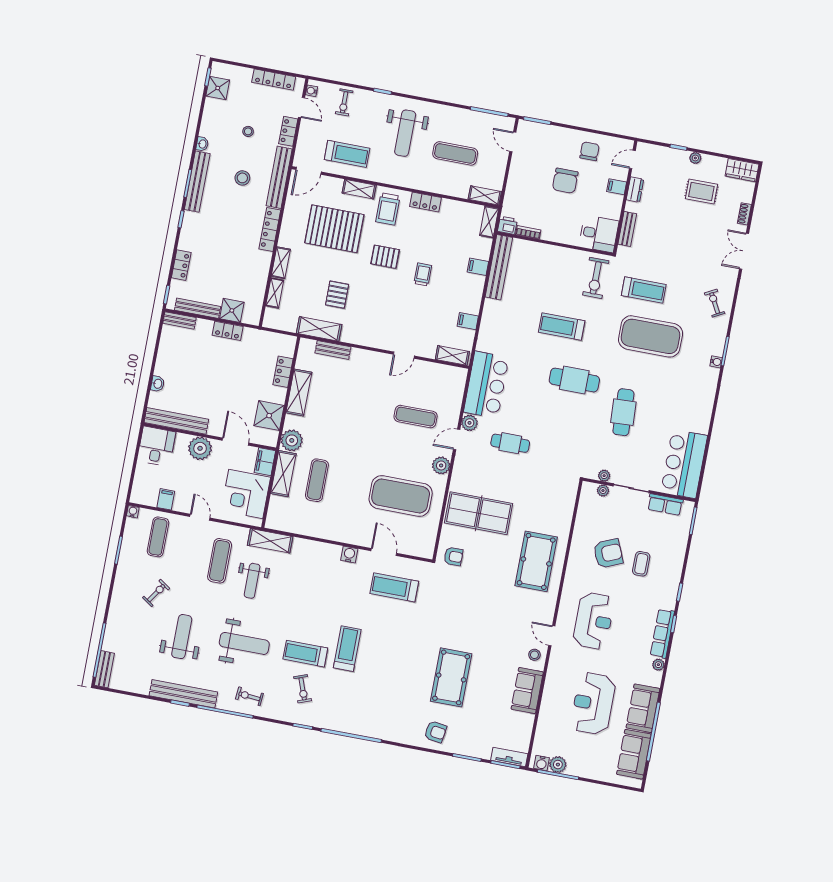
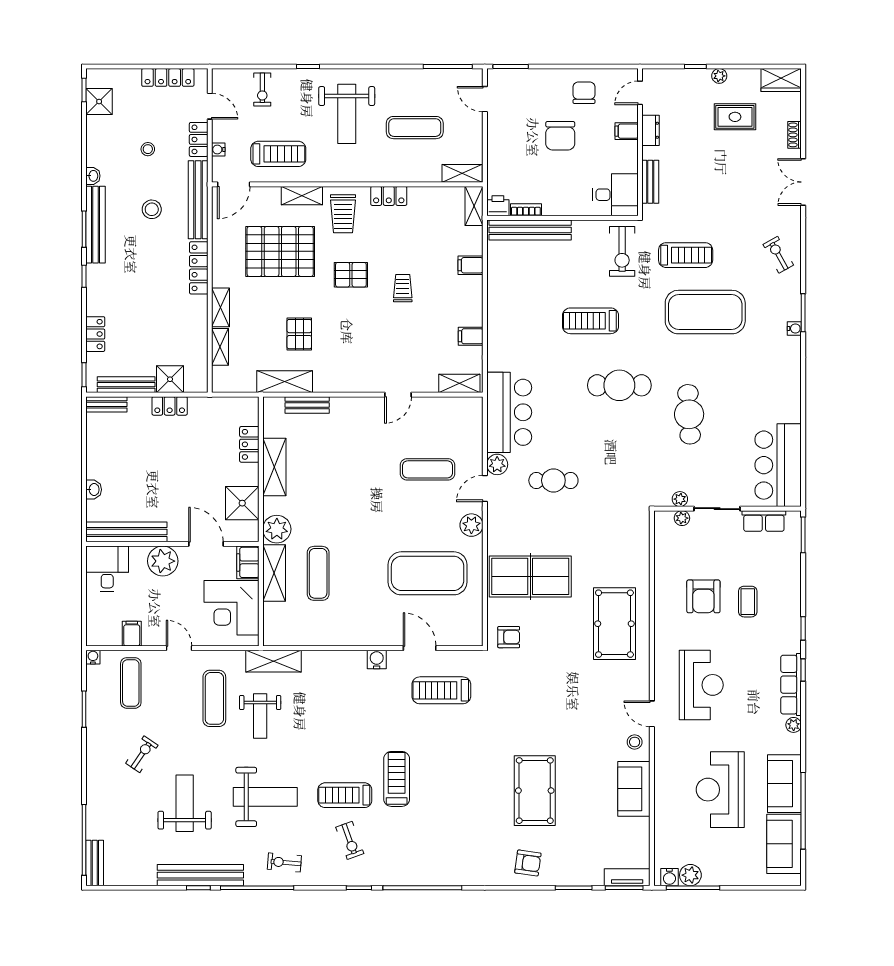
water cooler: (312, 91) -> (218, 150), moved
bench: (499, 267) -> (530, 230), moved, turned 90
armchair: (608, 553) -> (703, 596), turned 113

